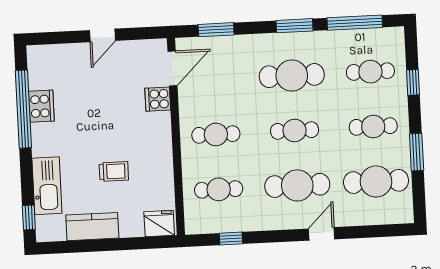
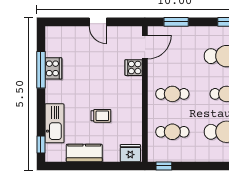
door: (102, 35) -> (98, 22), hinge flipped
window: (23, 109) -> (41, 70), width x0.68
window: (231, 239) -> (164, 166), moved

